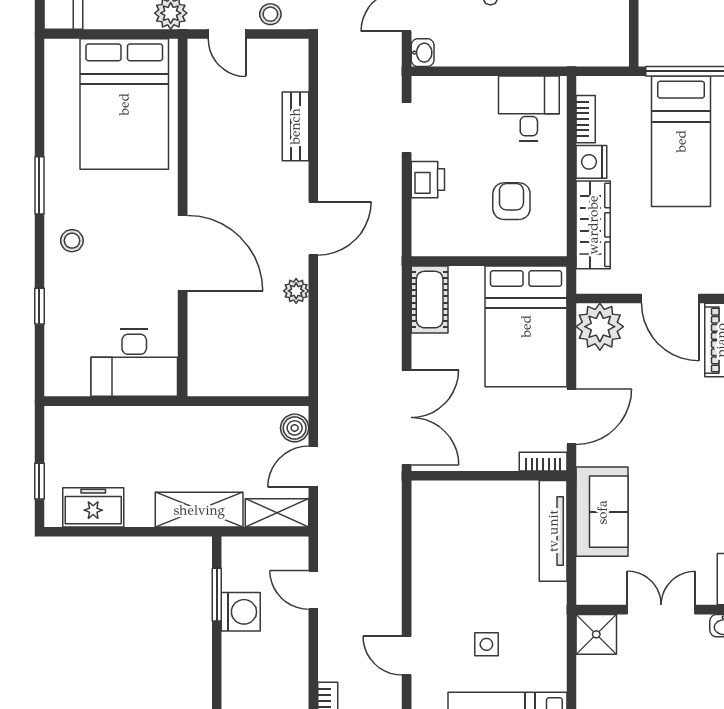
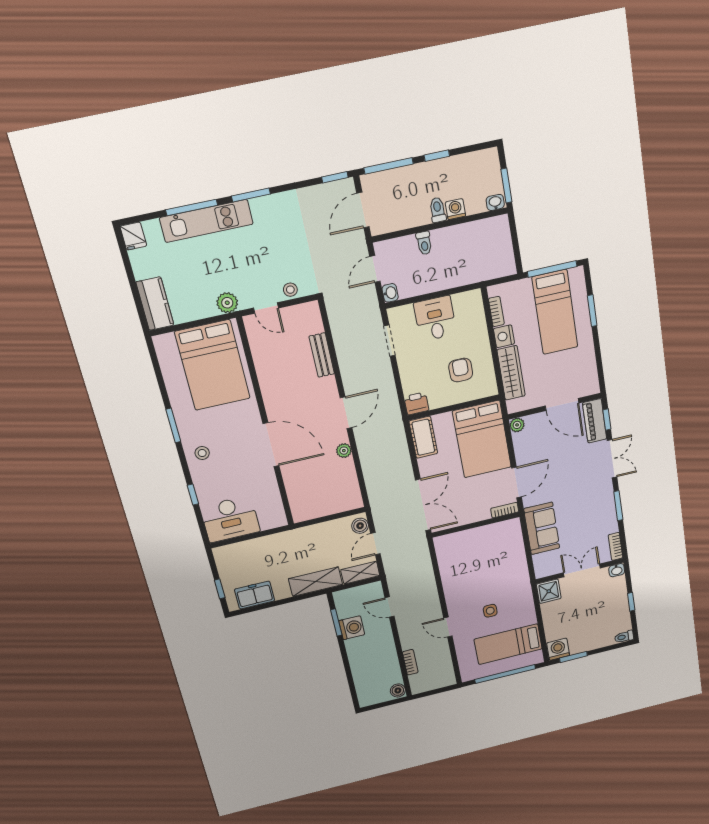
desk: (529, 109) -> (435, 319), moved
printer: (428, 180) -> (416, 404), moved, turned -90
plant: (600, 327) -> (517, 425), width x0.53, depth x0.53
desk: (134, 363) -> (230, 519), moved
tv unit: (553, 531) -> (516, 545), removed

